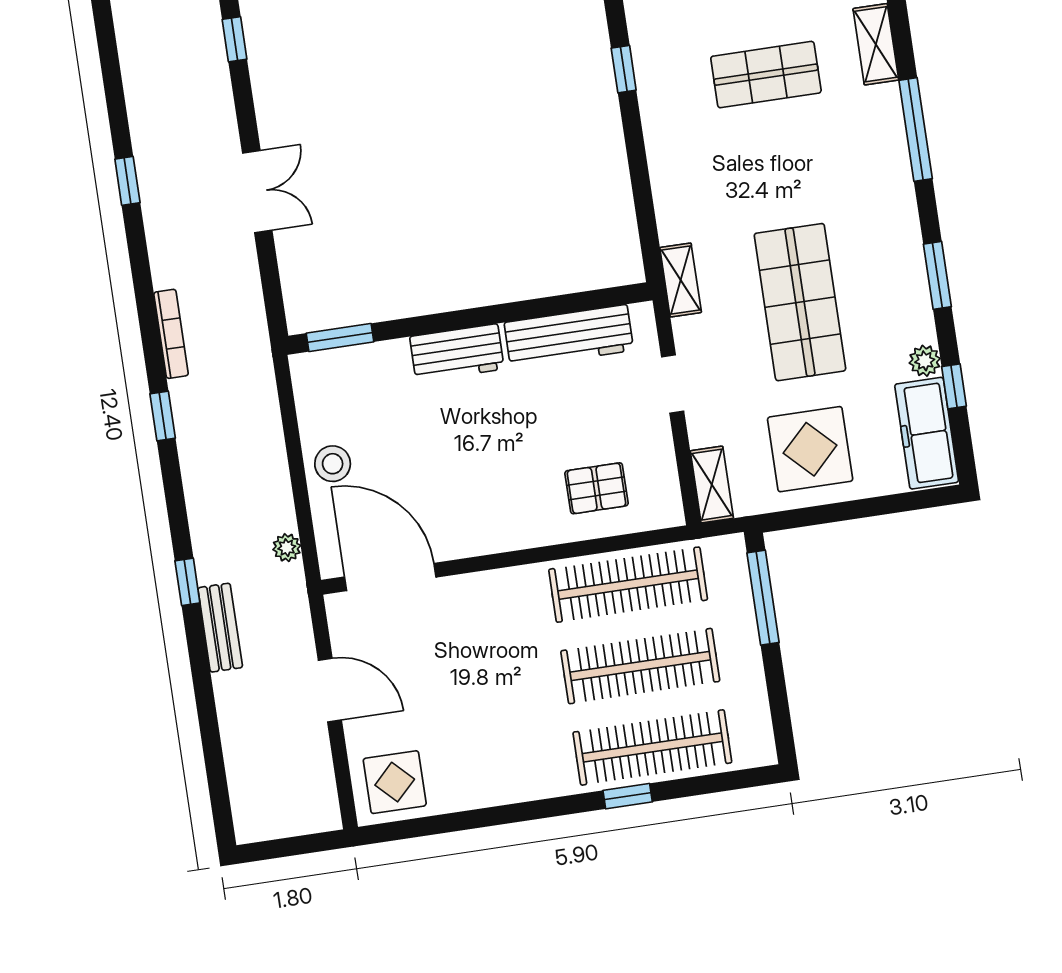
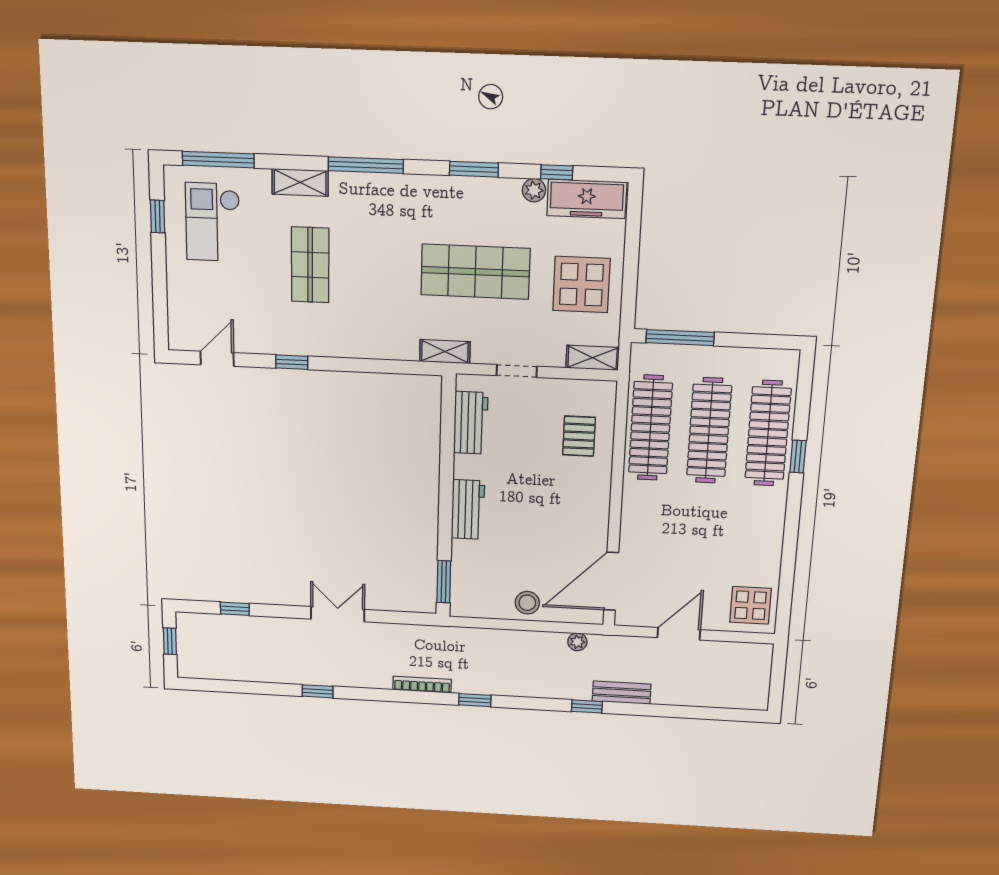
workbench: (569, 336) -> (471, 423), width x0.73

